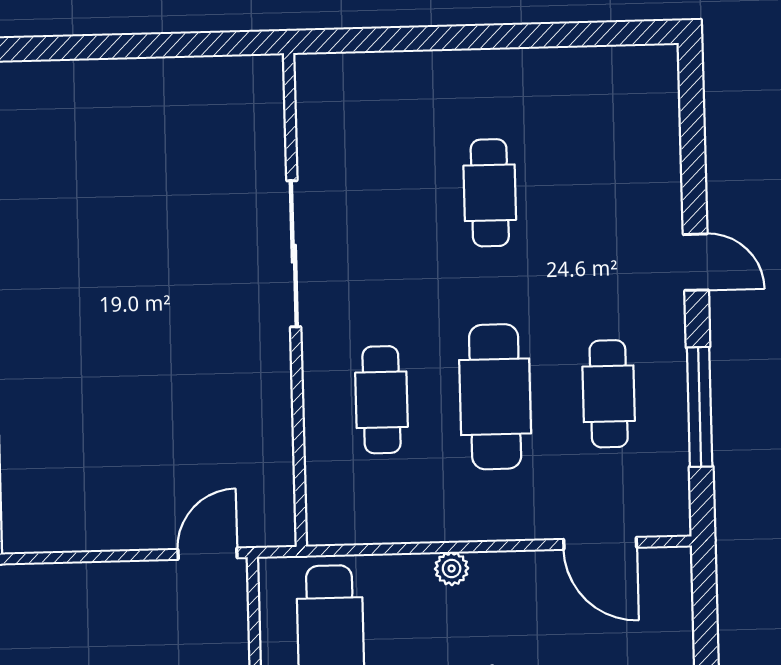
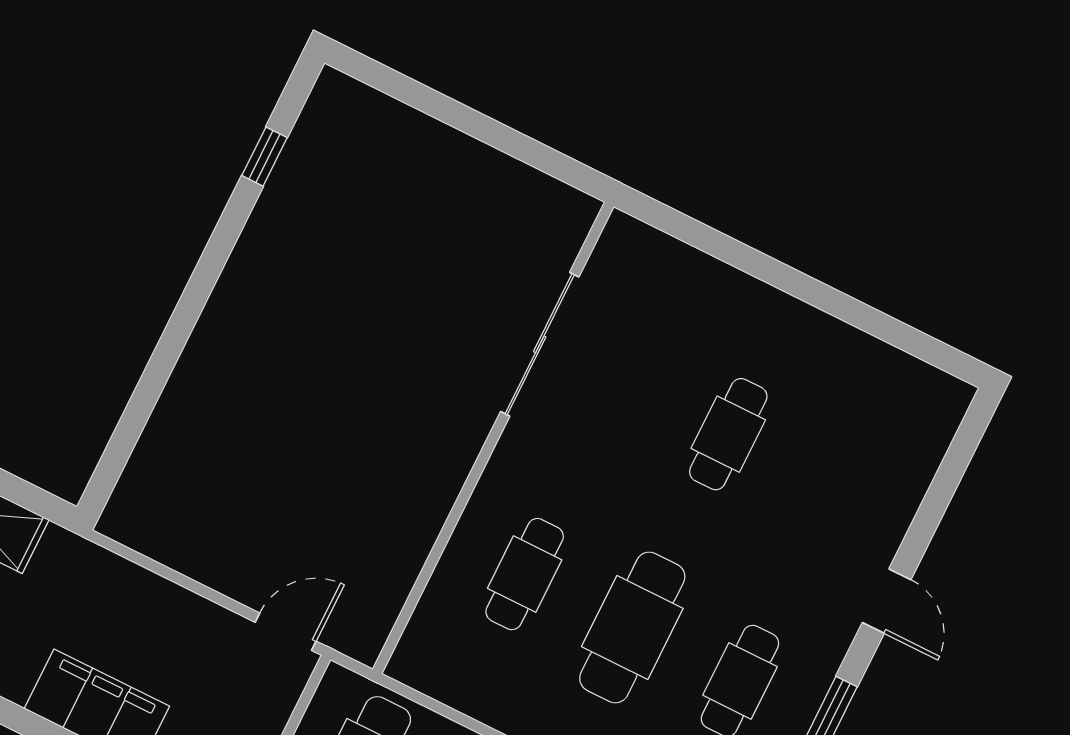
sliding door: (294, 254) -> (540, 344), moved

